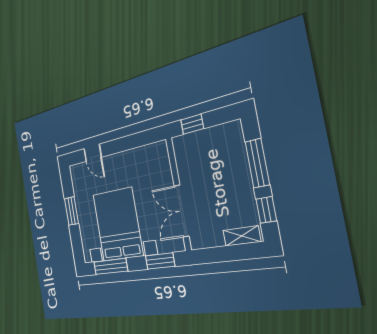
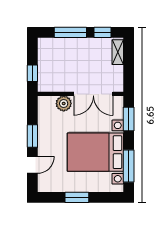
window: (121, 145) -> (32, 136), added
plant: (163, 175) -> (64, 104), added

